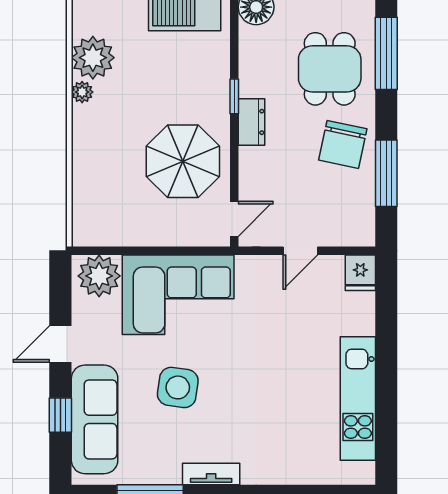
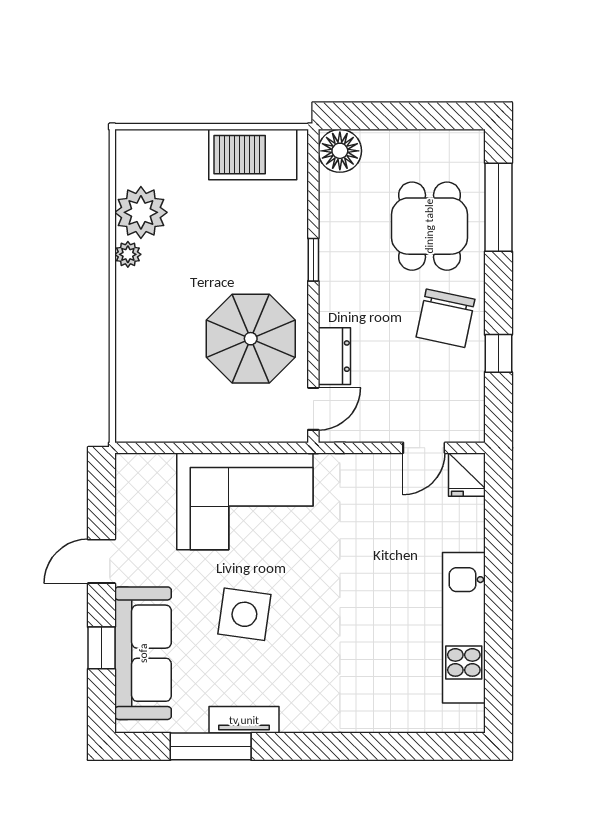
dresser: (252, 122) -> (334, 356), moved
window: (386, 173) -> (498, 353), width x0.46
door: (300, 251) -> (424, 448), moved
plant: (99, 276) -> (149, 478), removed
tv unit: (211, 474) -> (244, 720), moved

